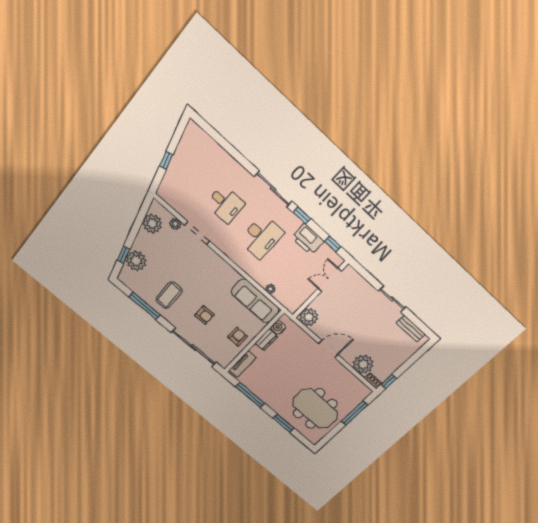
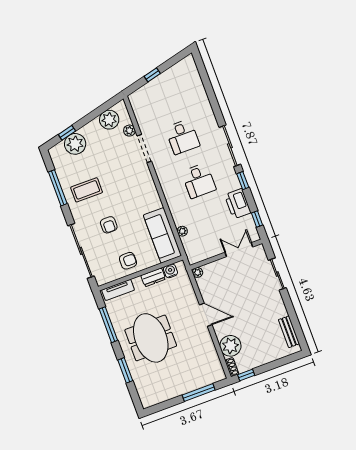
desk: (261, 237) -> (199, 181), width x0.73
sliding door: (392, 299) -> (277, 274), moved
plant: (309, 317) -> (198, 272), width x0.53, depth x0.53
meeting table: (315, 409) -> (151, 338), moved

